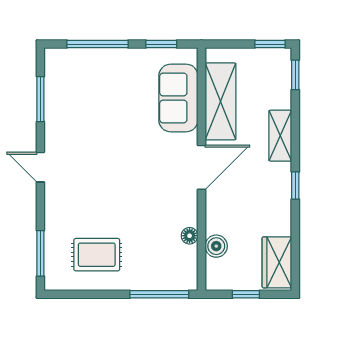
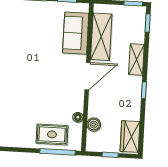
rug: (97, 255) -> (52, 134), moved

